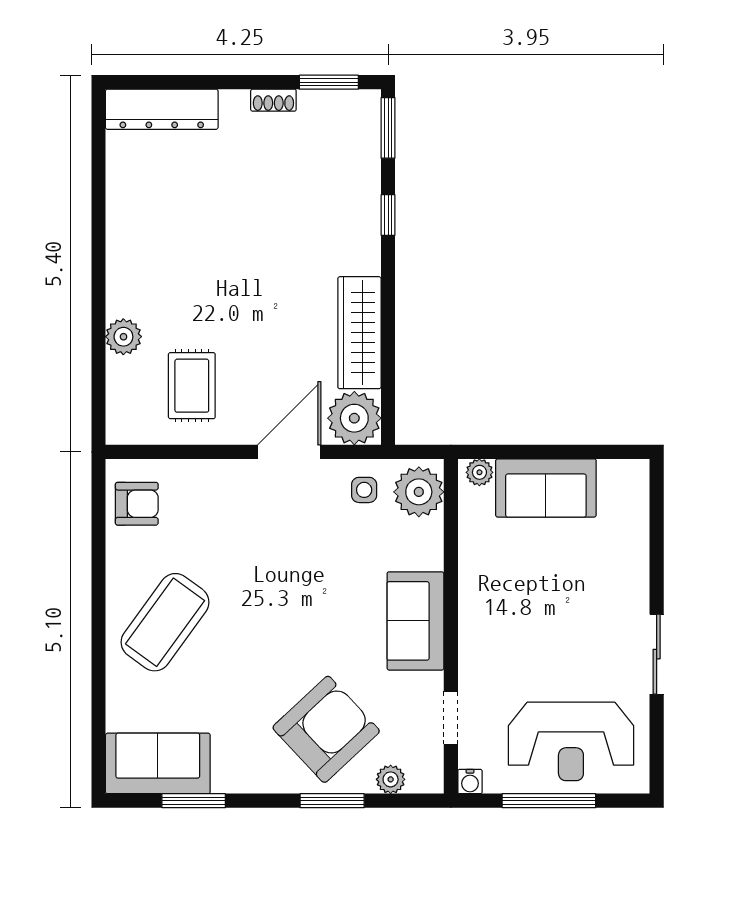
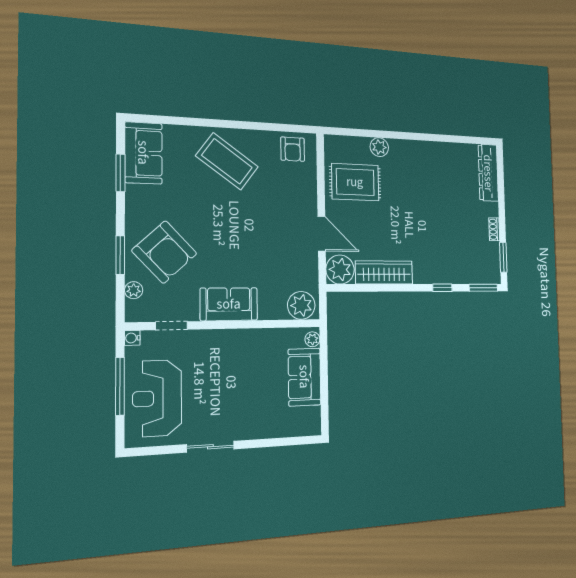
rug: (192, 386) -> (355, 182), width x1.36, depth x1.43
side table: (364, 490) -> (302, 275), removed

